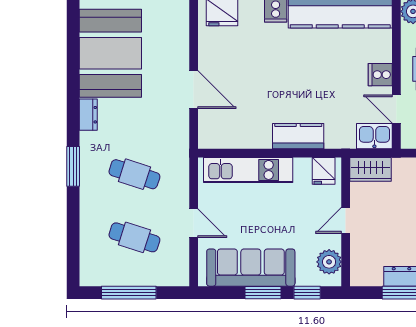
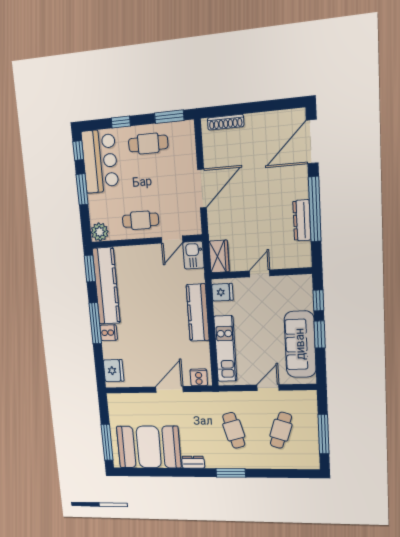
cooker: (380, 75) -> (199, 377), moved, turned 180
kitchen counter: (298, 136) -> (198, 313), width x1.50
cafe table: (134, 174) -> (234, 430), turned -33
door: (346, 220) -> (260, 273), swing flipped
plant: (329, 262) -> (293, 285), removed

